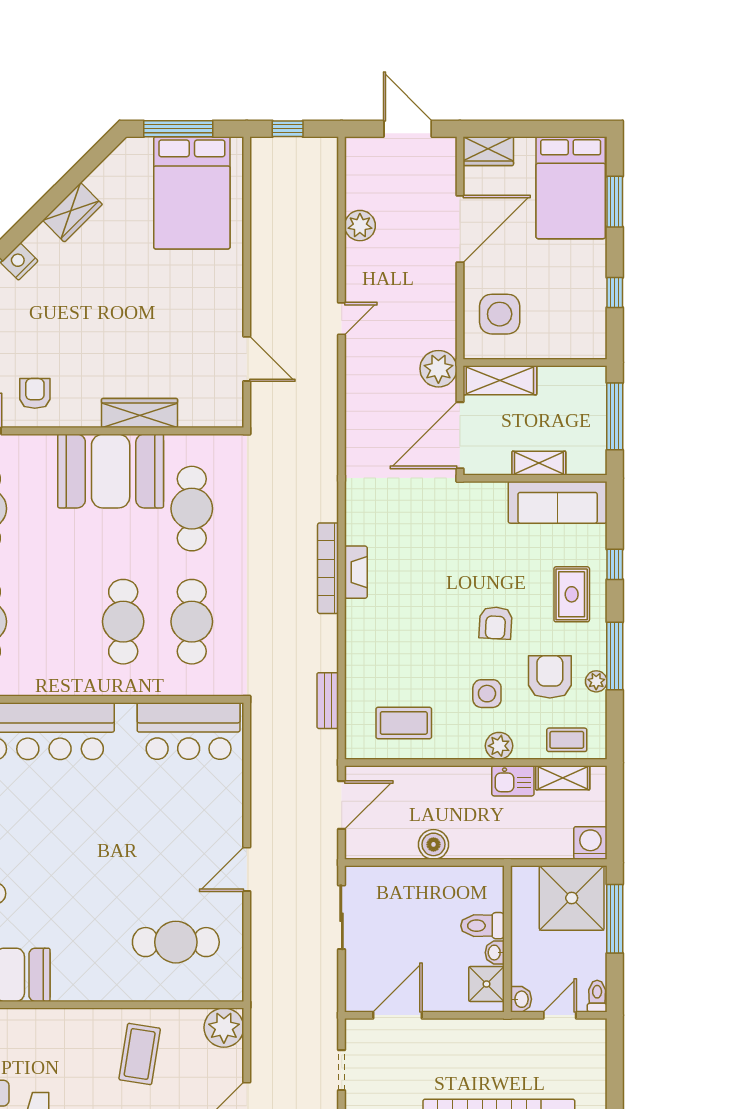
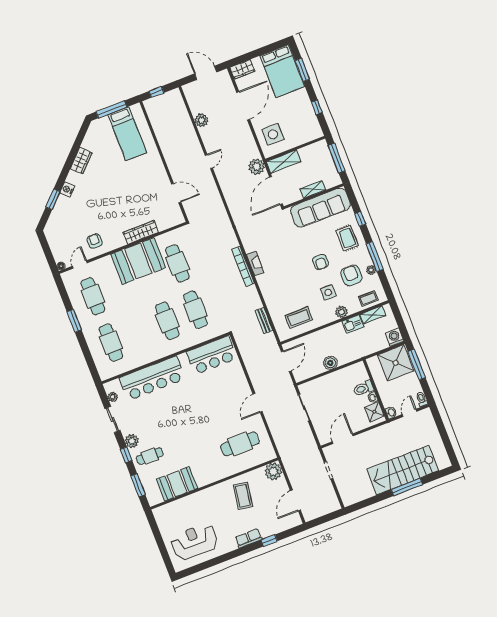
bed: (192, 193) -> (127, 134), width x0.67
sofa: (558, 502) -> (320, 208), width x1.36, depth x1.27

